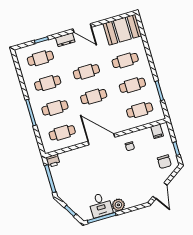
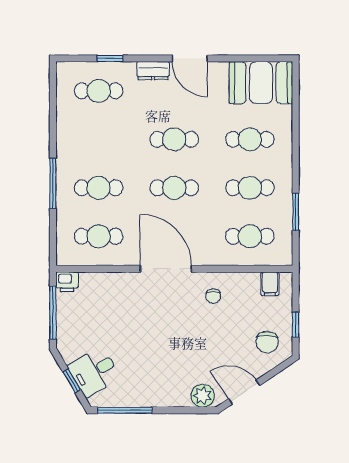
cafe table: (48, 83) -> (99, 139), removed
door: (160, 191) -> (244, 392), swing flipped
desk: (100, 205) -> (94, 372), moved, turned 60
plant: (118, 205) -> (203, 396), moved

